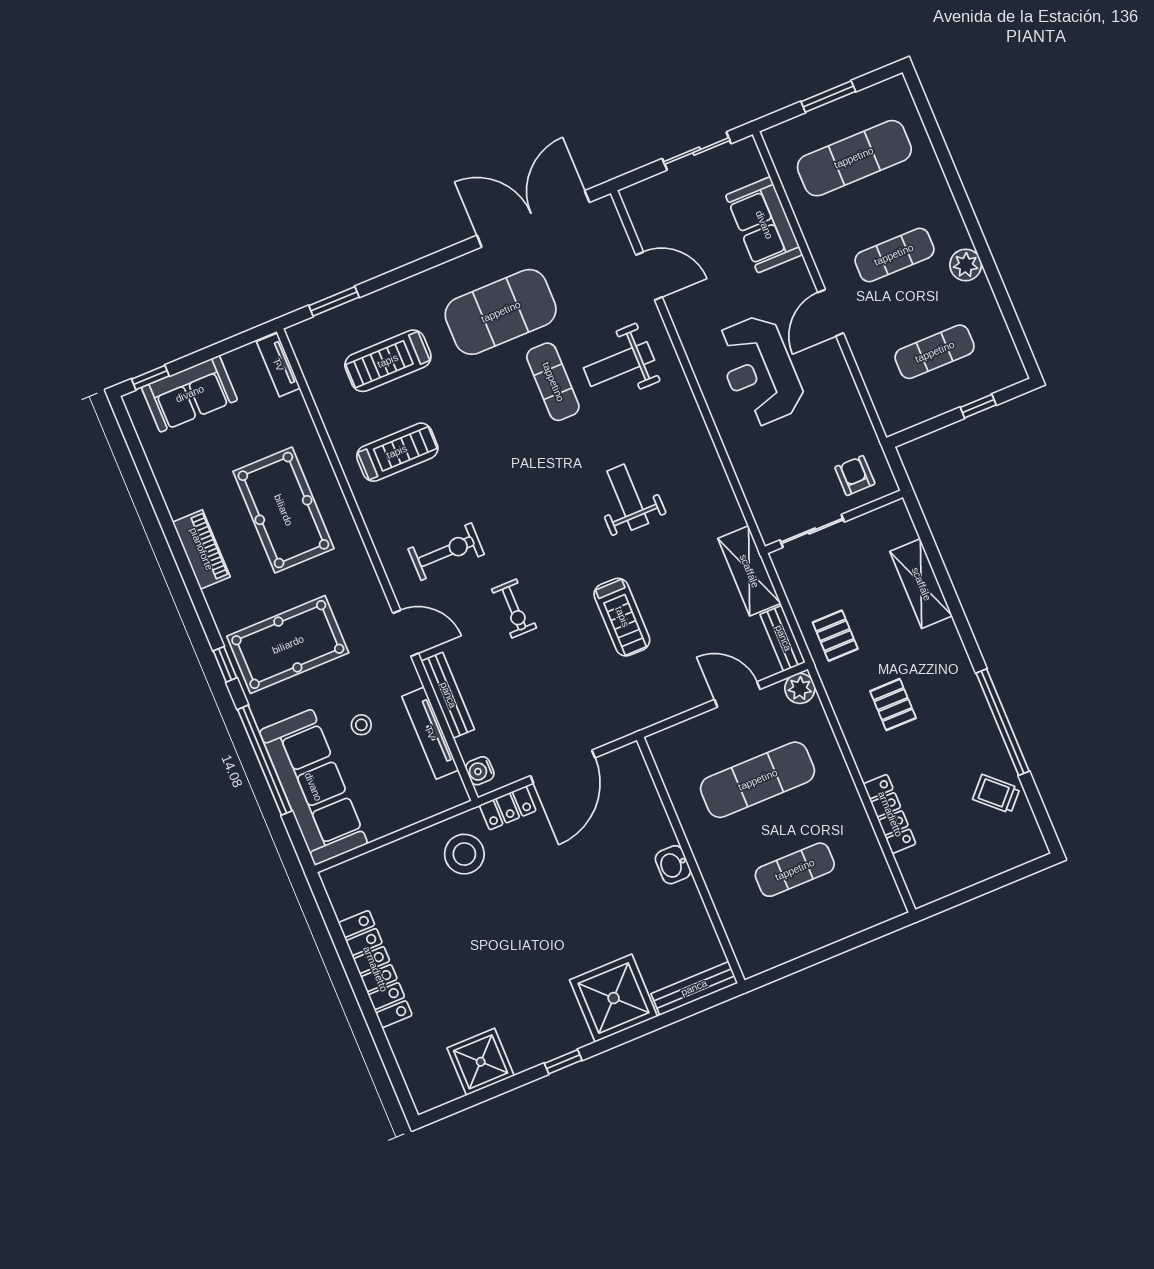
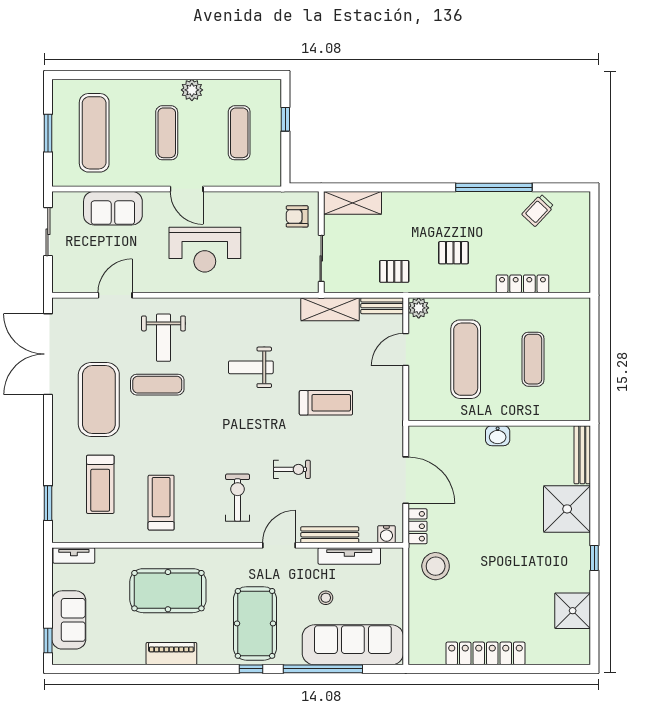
shelving: (921, 584) -> (352, 203), moved

